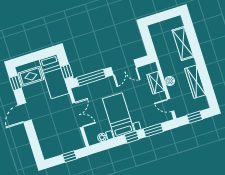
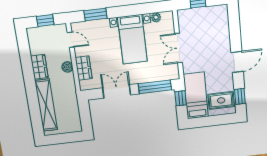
shelving: (183, 44) -> (46, 105), width x1.47
wardrobe: (195, 82) -> (39, 67), width x0.67
window: (132, 137) -> (122, 11), removed

